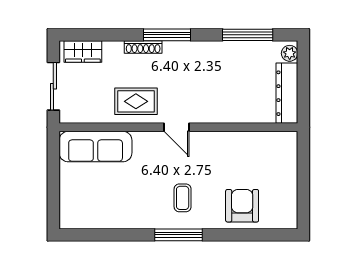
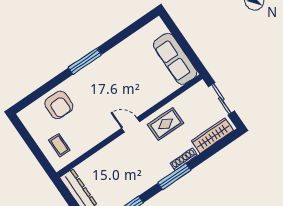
wardrobe: (83, 52) -> (212, 136), width x1.50
sofa: (96, 147) -> (175, 59), moved, turned -90
coffee table: (183, 198) -> (59, 145), moved

